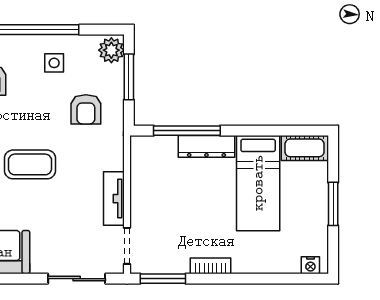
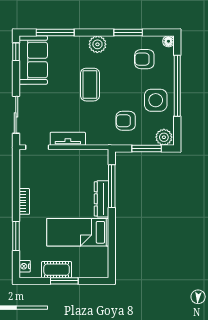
side table: (54, 63) -> (156, 100), width x1.87, depth x1.87
cot: (305, 148) -> (57, 270), moved, turned 90
window: (163, 279) -> (16, 236), moved

